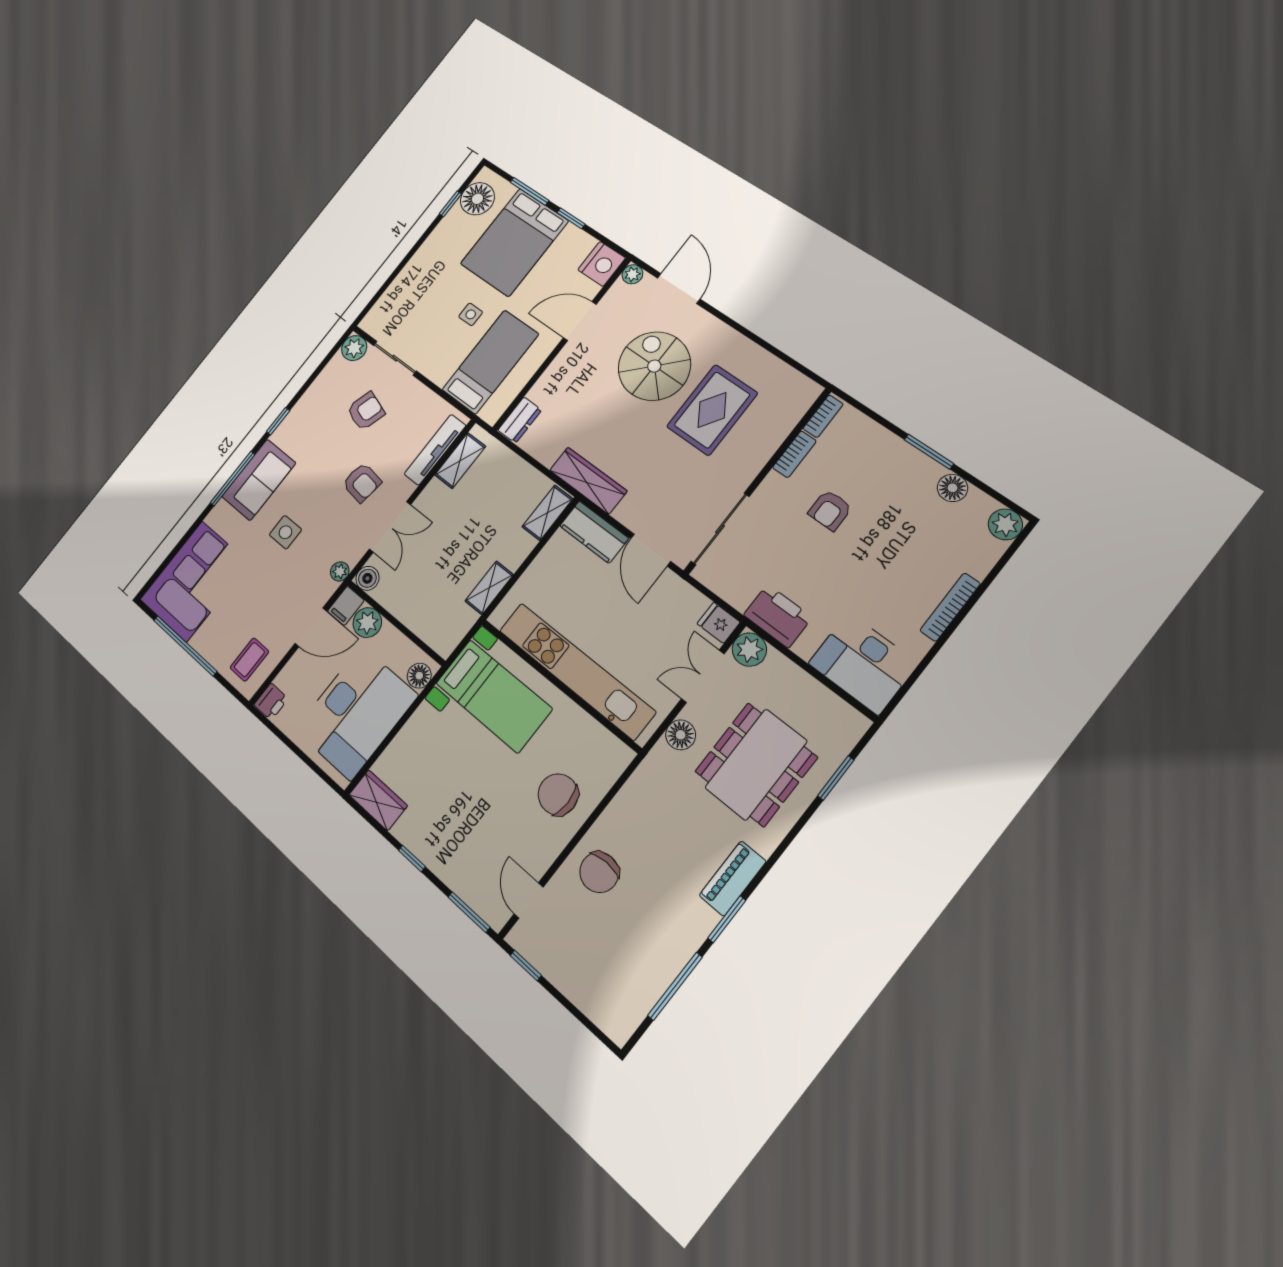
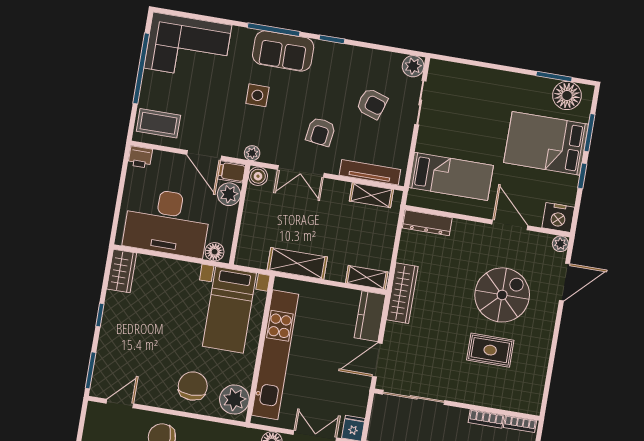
window: (450, 204) -> (554, 76), width x1.50
side table: (471, 314) -> (478, 141), removed
rug: (712, 410) -> (490, 350), width x0.73, depth x0.70
dresser: (520, 420) -> (427, 223), width x1.44
shelving: (489, 588) -> (297, 263), width x1.50, depth x1.33
coffee table: (249, 660) -> (158, 123), width x1.36, depth x1.30
plant: (603, 752) -> (234, 400), added
window: (526, 965) -> (82, 423), removed

